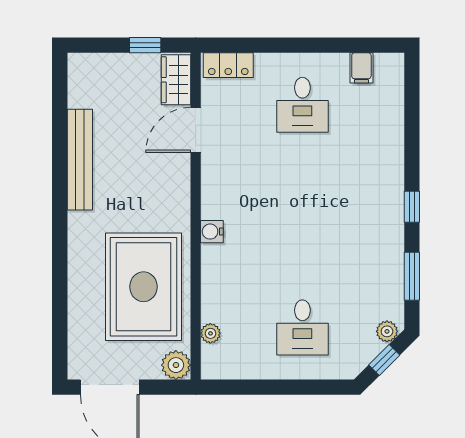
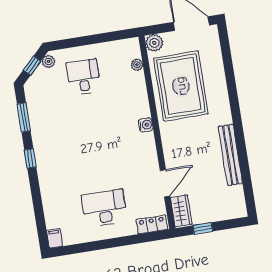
filing cabinet: (361, 68) -> (55, 238), moved
desk: (302, 105) -> (104, 208), width x1.37
plant: (387, 331) -> (49, 61), moved

